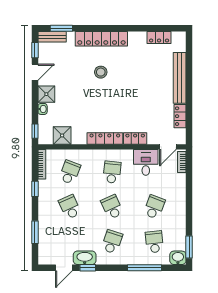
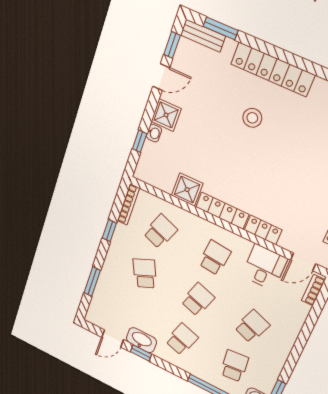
window: (35, 131) -> (140, 141), moved
shower: (62, 135) -> (187, 190), moved
school desk: (112, 207) -> (198, 300), turned 42

